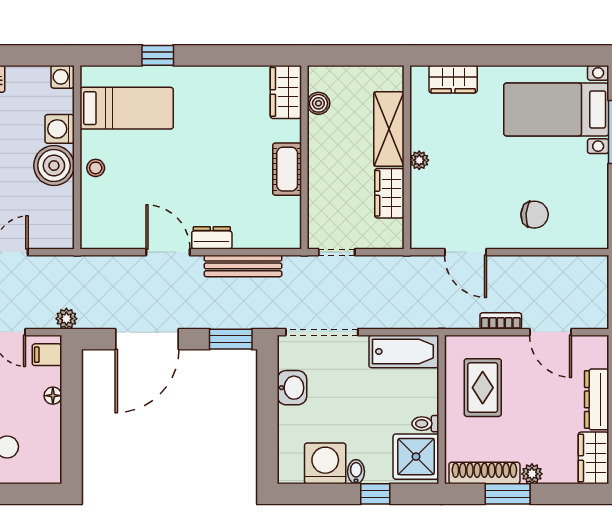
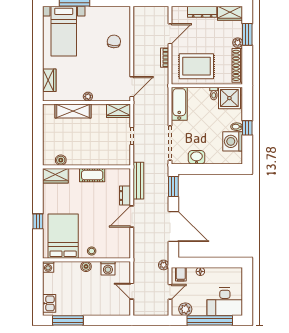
wardrobe: (286, 92) -> (55, 176), moved
boiler: (318, 103) -> (61, 160), moved
bed: (127, 108) -> (63, 236), width x1.50
washing machine: (60, 129) -> (108, 268), moved
wall: (304, 157) -> (86, 167), moved
boiler: (54, 166) -> (86, 266), width x0.54, depth x0.54
cot: (287, 169) -> (92, 175), moved
wardrobe: (389, 193) -> (119, 111), moved
door: (465, 252) -> (132, 87), moved
rug: (483, 388) -> (196, 66), width x1.36, depth x1.43
window: (375, 494) -> (247, 128), moved
window: (508, 494) -> (247, 34), moved

